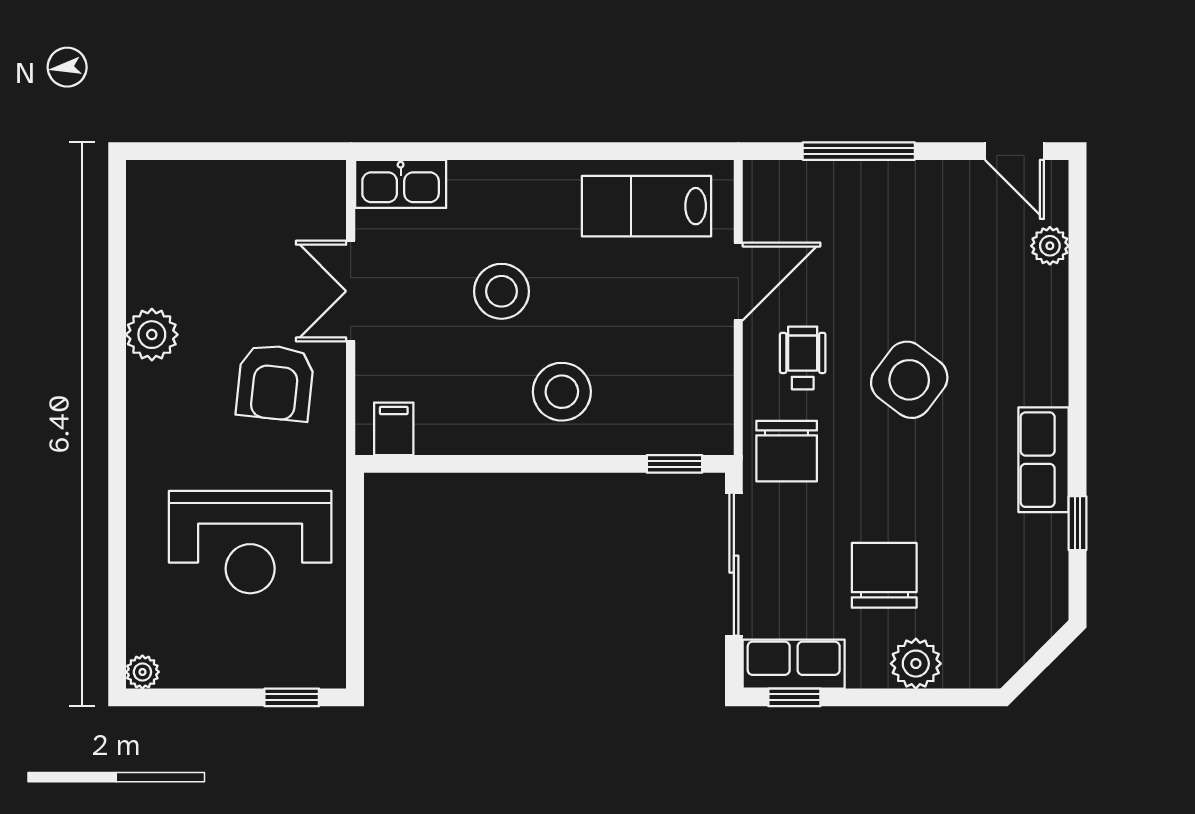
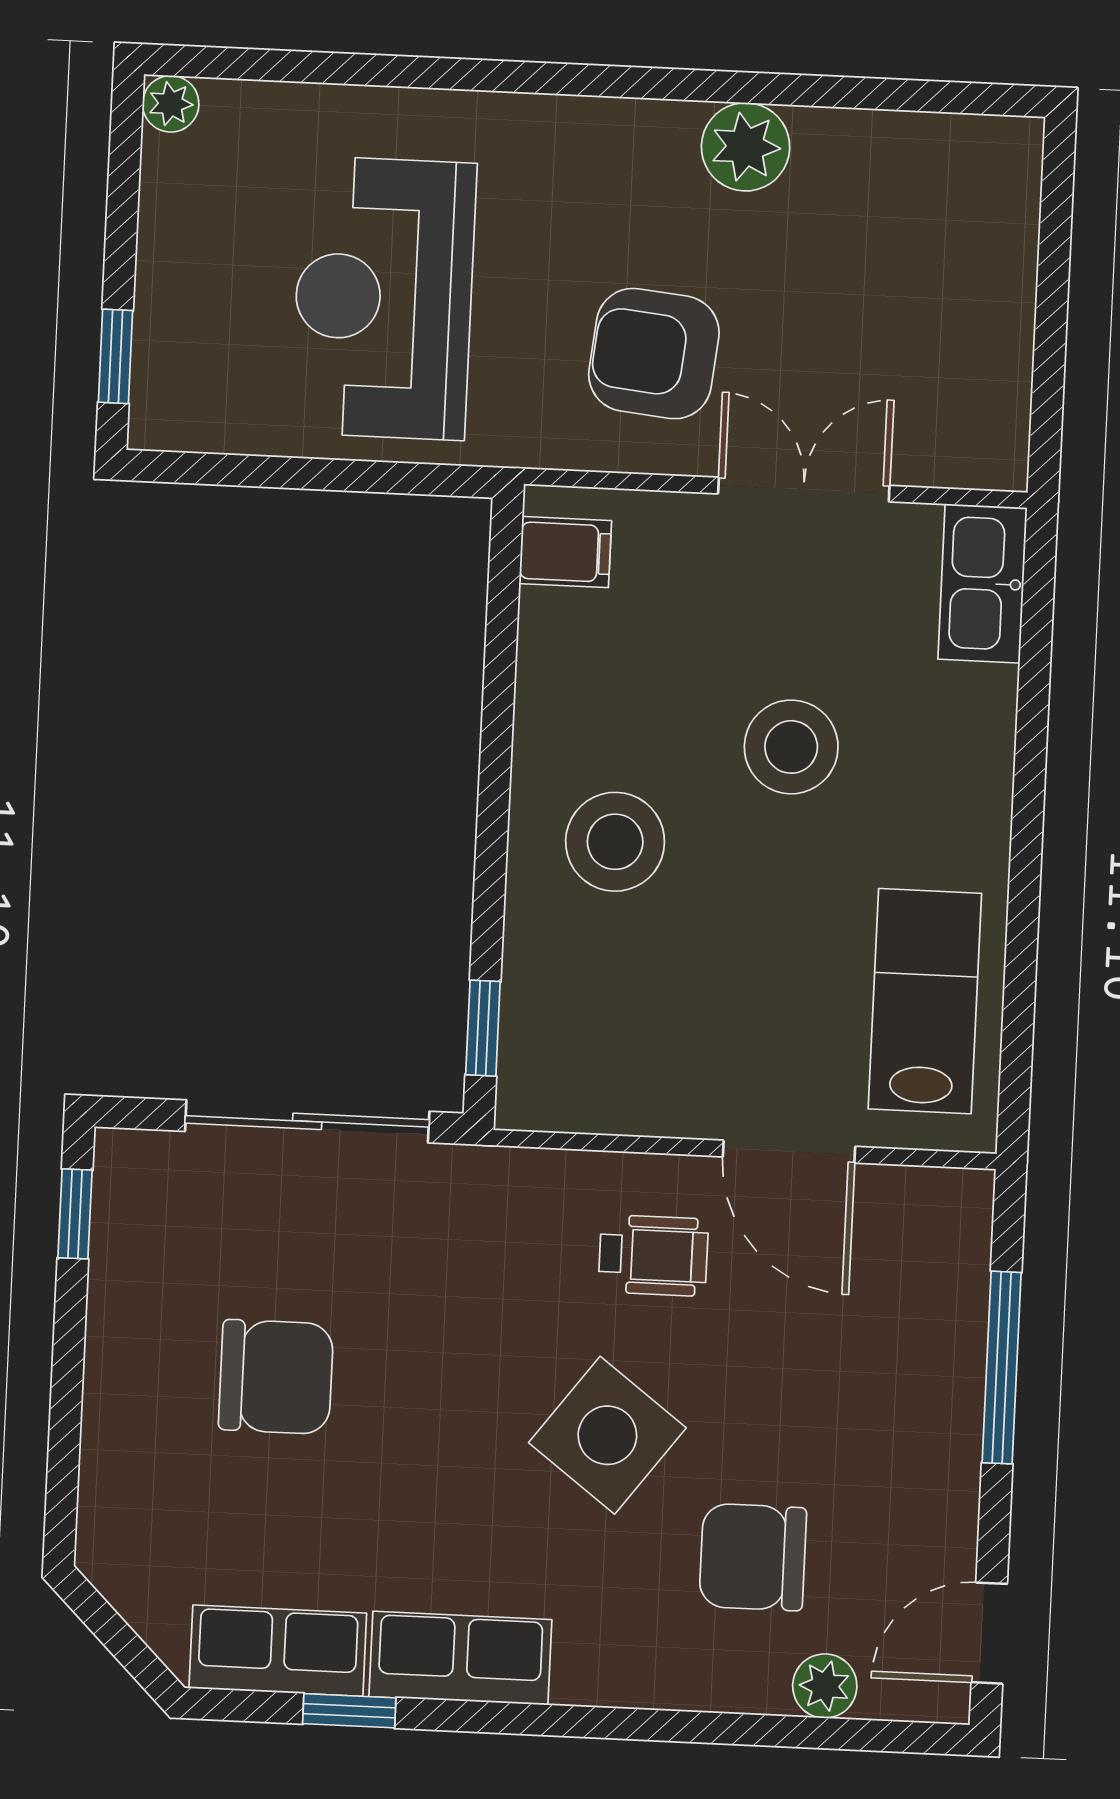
chair: (787, 451) -> (753, 1557), moved
row of seats: (794, 664) -> (278, 1651), moved, turned -90
plant: (916, 664) -> (123, 1424), removed

